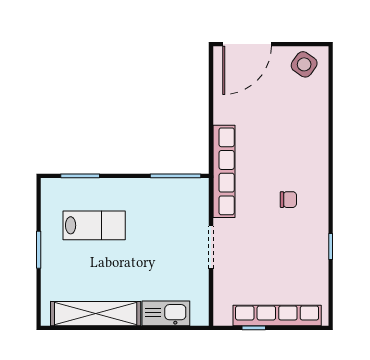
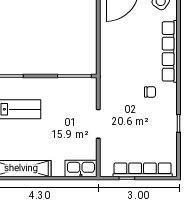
row of seats: (224, 171) -> (170, 51), moved, turned 180
kitchen sink: (166, 313) -> (81, 168), moved

